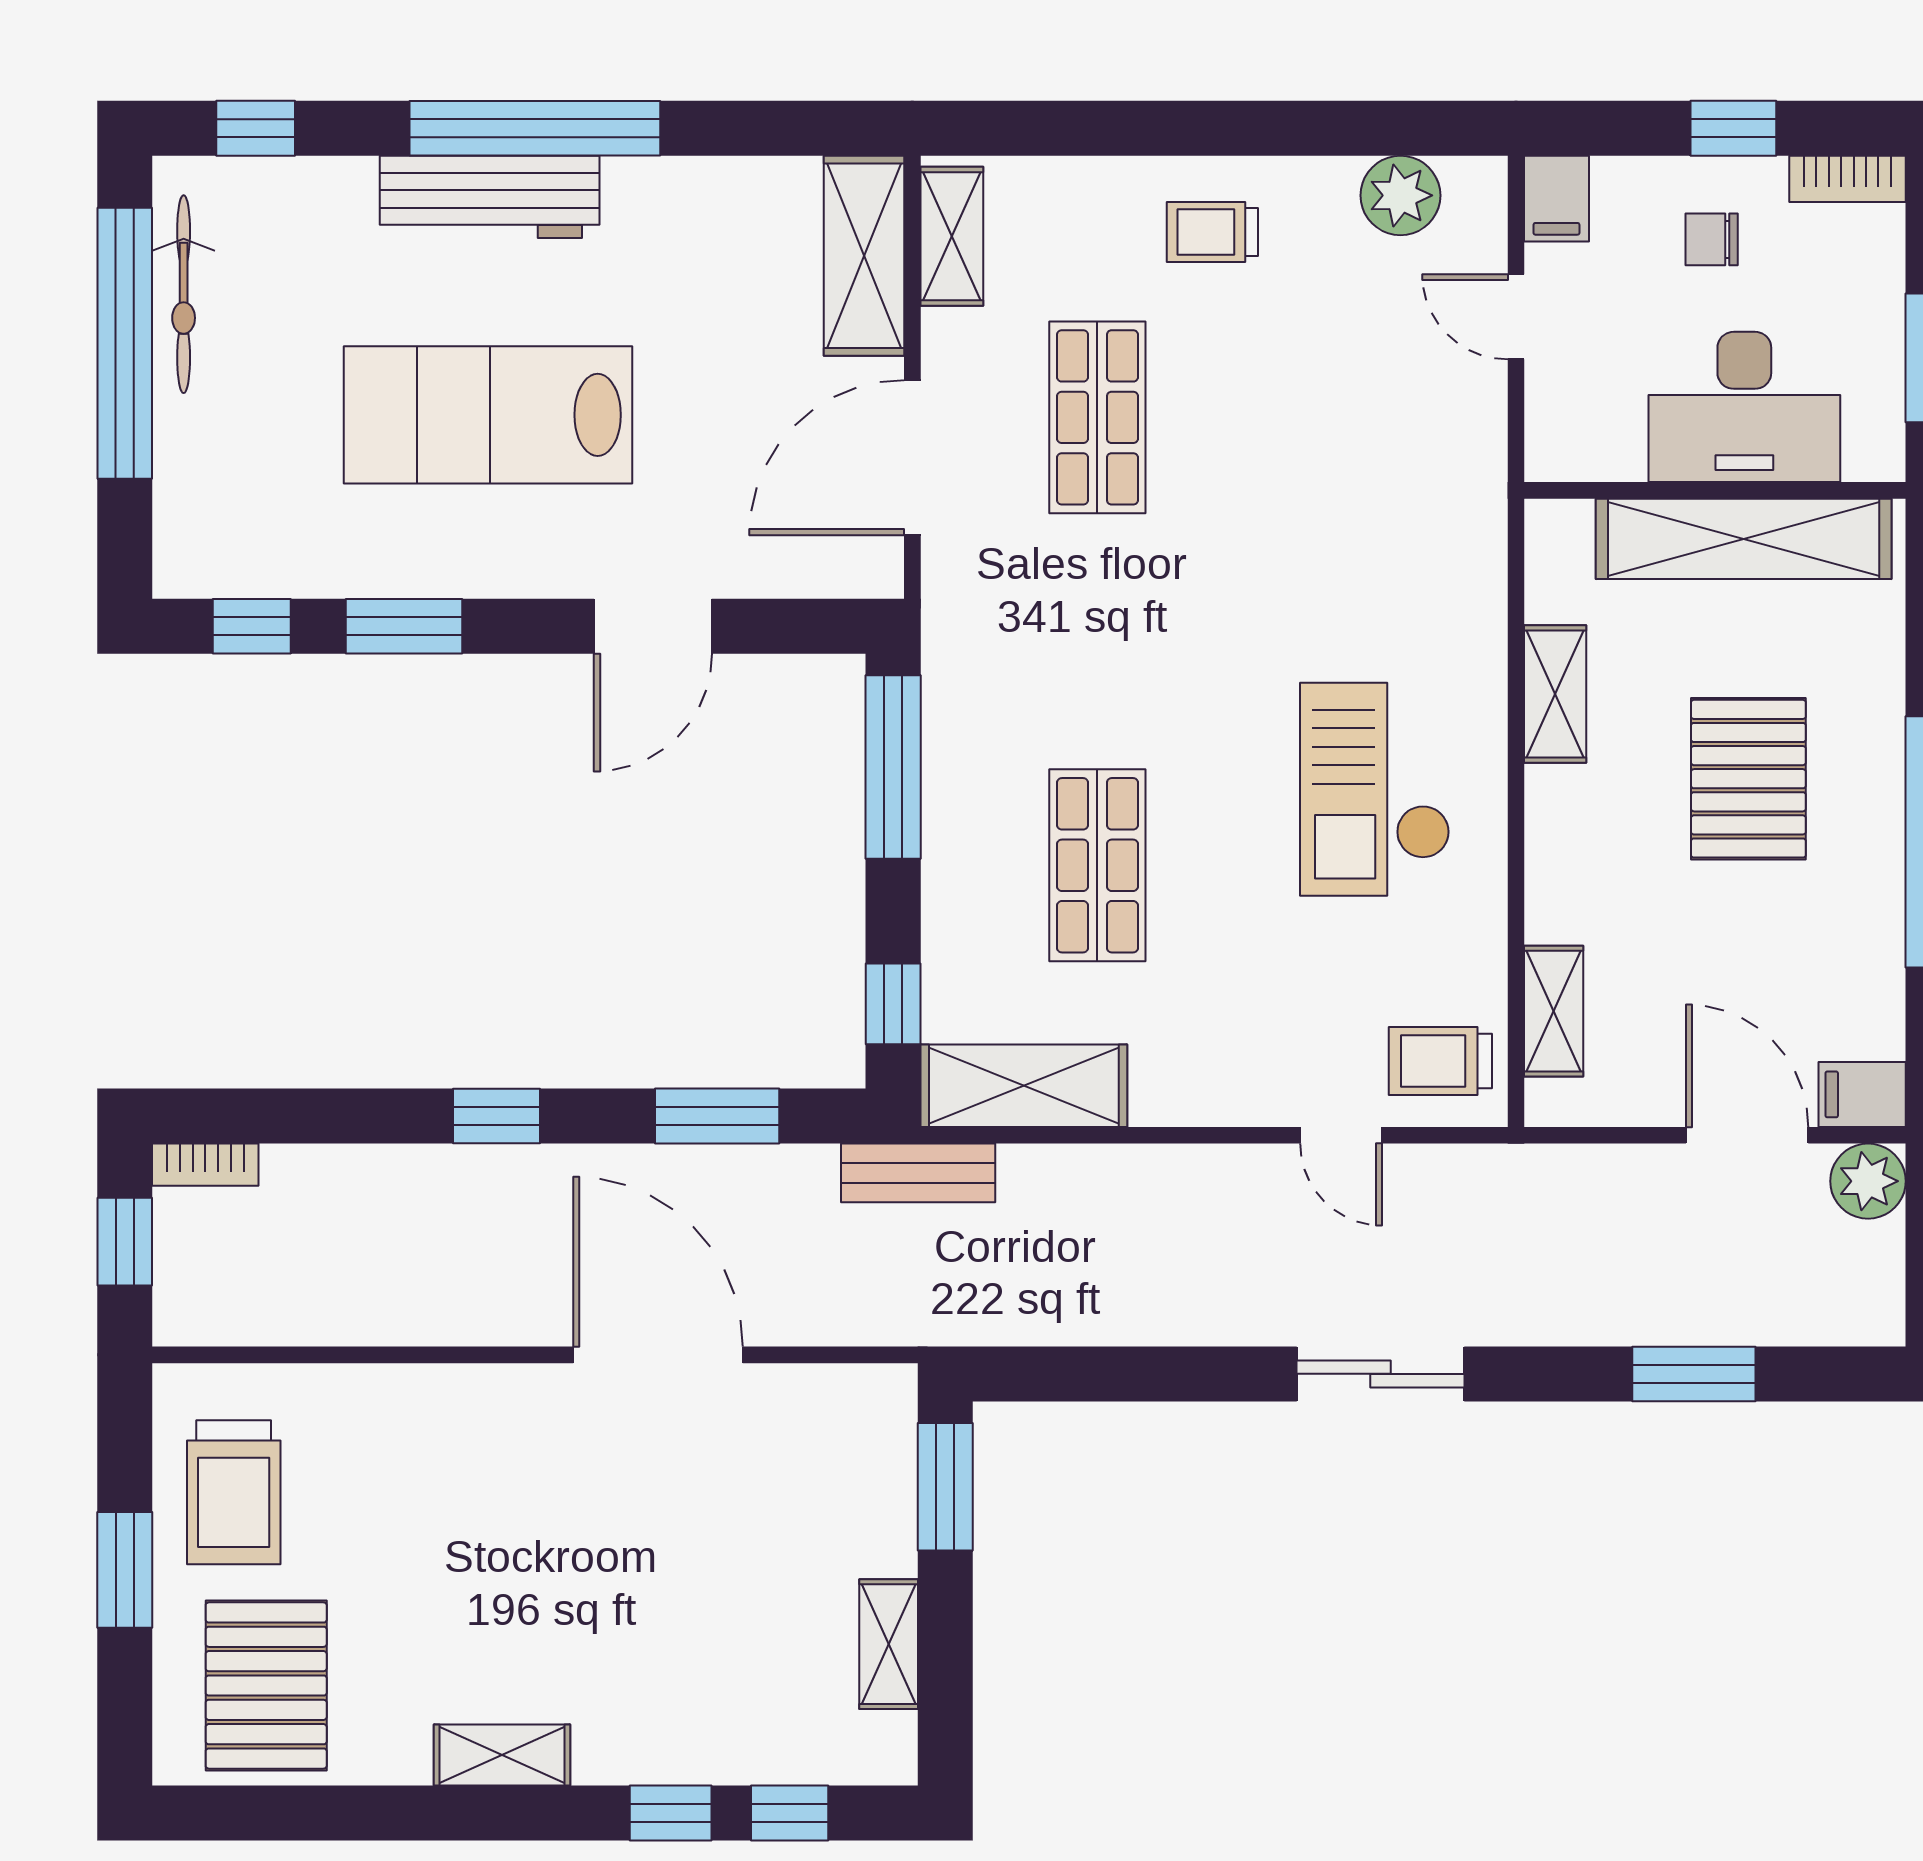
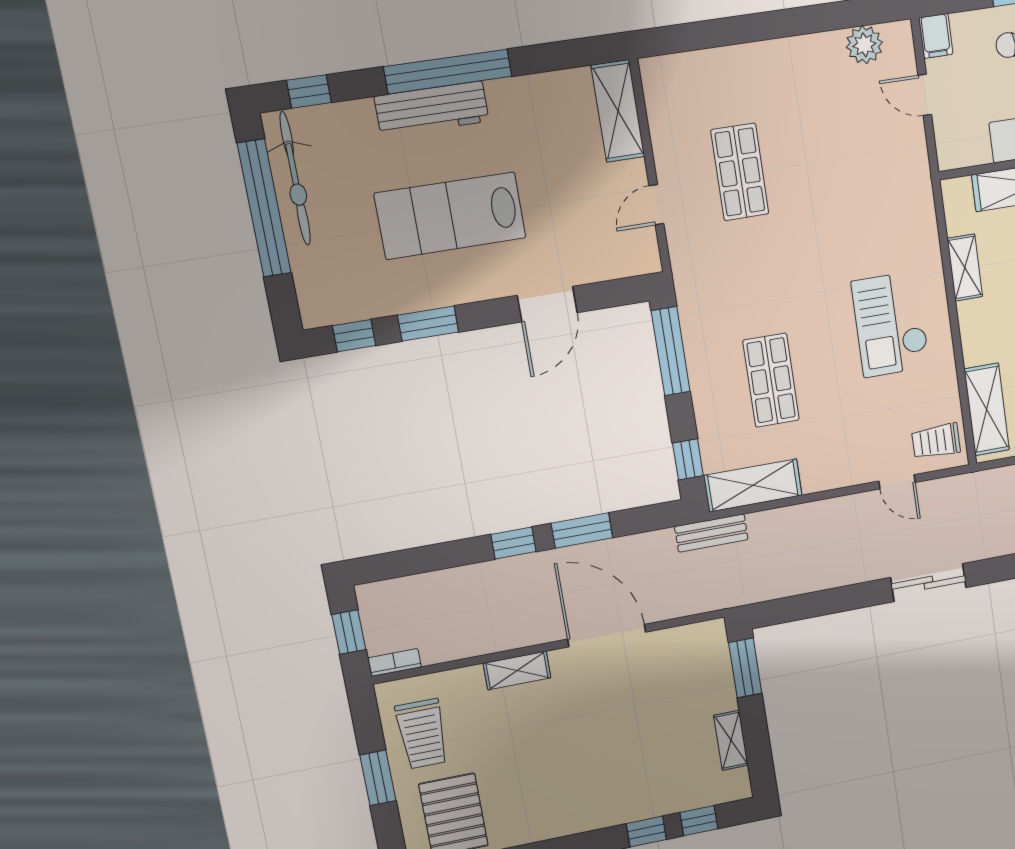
trolley: (1212, 232) -> (780, 75), removed
shelving: (952, 236) -> (658, 95), removed
bicycle: (184, 294) -> (295, 179), width x1.37, depth x1.40
door: (912, 458) -> (656, 205), width x0.53
shelving: (1554, 1011) -> (987, 409), width x1.50, depth x1.33
window: (717, 1116) -> (582, 531), moved
bookcase: (205, 1165) -> (394, 662), moved, turned 180
shelving: (502, 1755) -> (517, 670), moved

